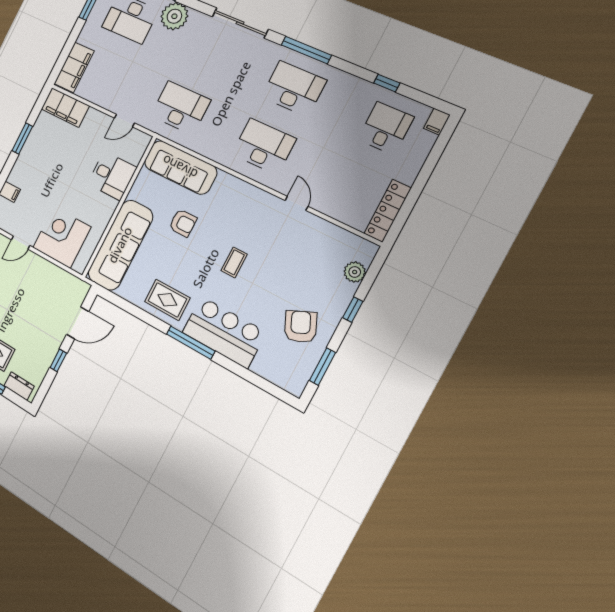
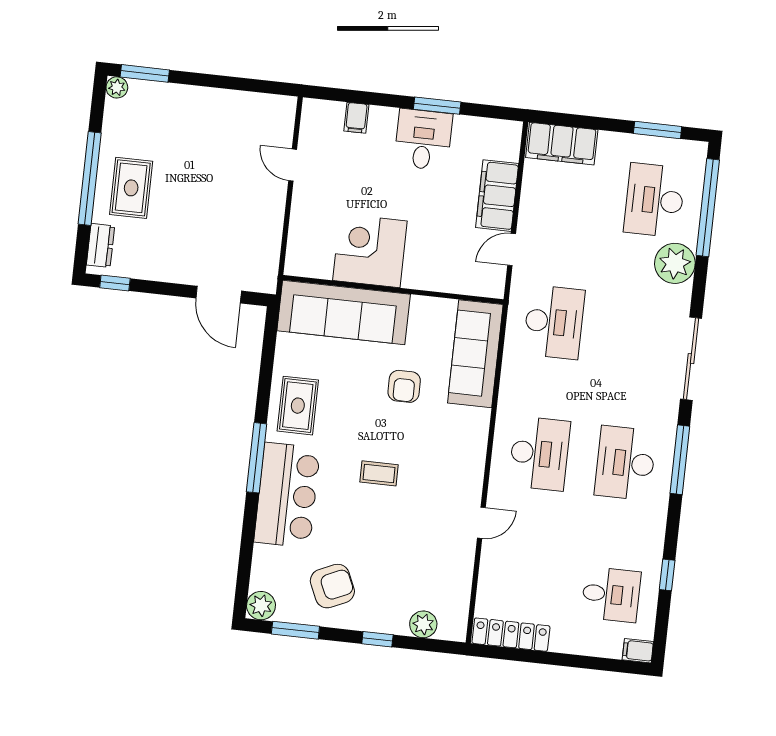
desk: (294, 89) -> (625, 463), turned 180
filing cabinet: (65, 107) -> (497, 196), moved
door: (124, 121) -> (512, 249), hinge flipped
desk: (112, 176) -> (423, 140), moved, turned 180
corner desk: (62, 237) -> (370, 251), moved, turned -90
window: (58, 360) -> (115, 283), moved
plant: (295, 384) -> (261, 606), added

